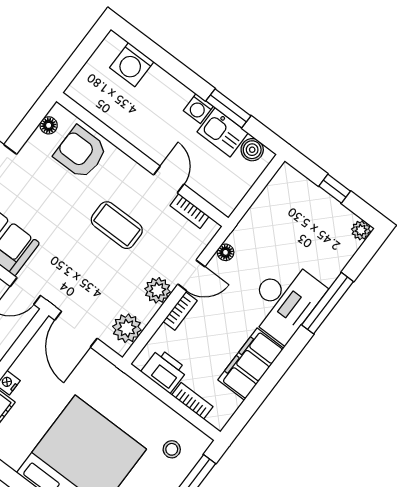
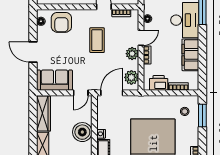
armchair: (81, 152) -> (61, 22), turned -90
coffee table: (117, 225) -> (97, 40), turned 90
door: (76, 329) -> (112, 93), swing flipped

